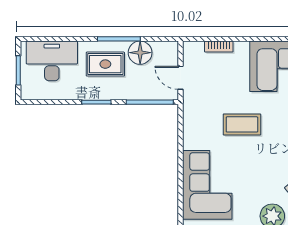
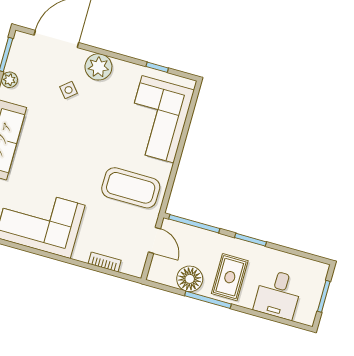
desk: (52, 61) -> (278, 294), width x0.73
rug: (105, 64) -> (230, 277), turned 90
coffee table: (242, 124) -> (131, 188), moved, width x1.36, depth x1.32

